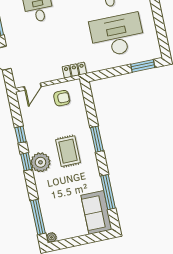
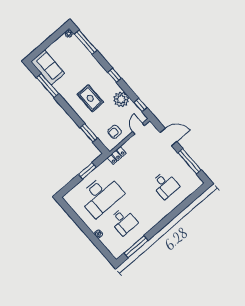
window: (143, 66) -> (87, 171), moved
window: (21, 135) -> (140, 105), moved
window: (97, 139) -> (89, 133), moved
plant: (40, 162) -> (121, 99), moved

